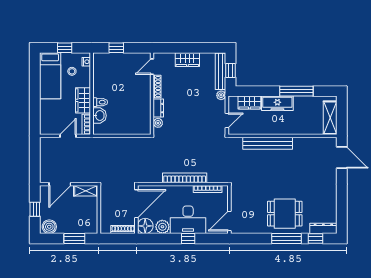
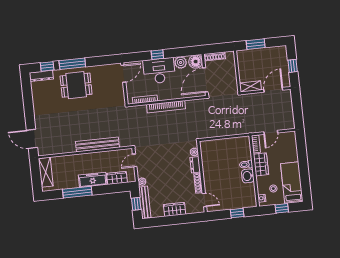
door: (152, 67) -> (204, 200), hinge flipped
washbasin: (99, 116) -> (248, 176), moved
boiler: (49, 227) -> (279, 52), removed

